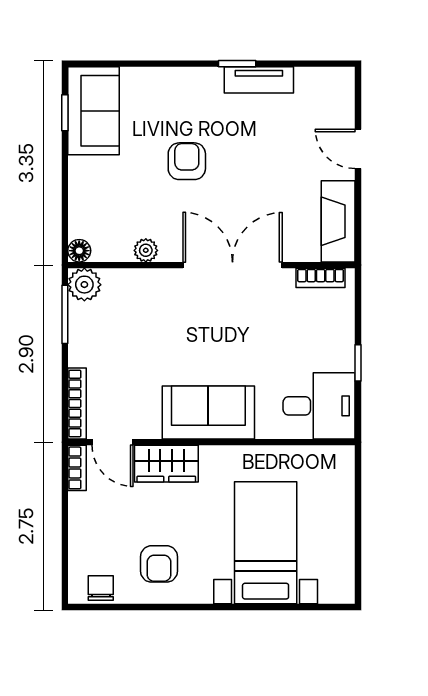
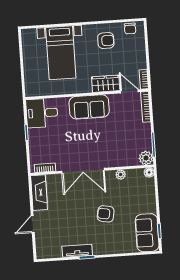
door: (358, 149) -> (33, 224), swing flipped
armchair: (187, 161) -> (106, 214), turned 101
armchair: (159, 564) -> (106, 41), turned 90

